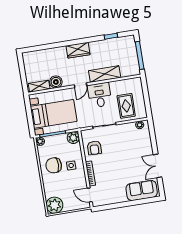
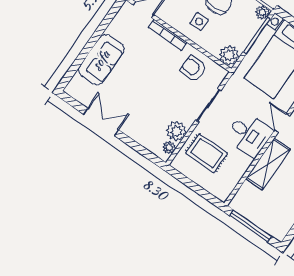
plant: (129, 129) -> (176, 131), added
sofa: (142, 190) -> (101, 60), moved

